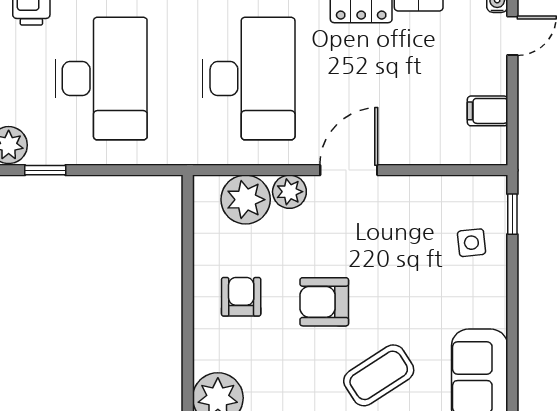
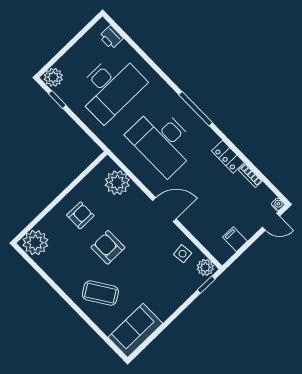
desk: (249, 79) -> (162, 141), turned 90
plant: (289, 192) -> (205, 267), moved
side table: (471, 243) -> (183, 254), moved

